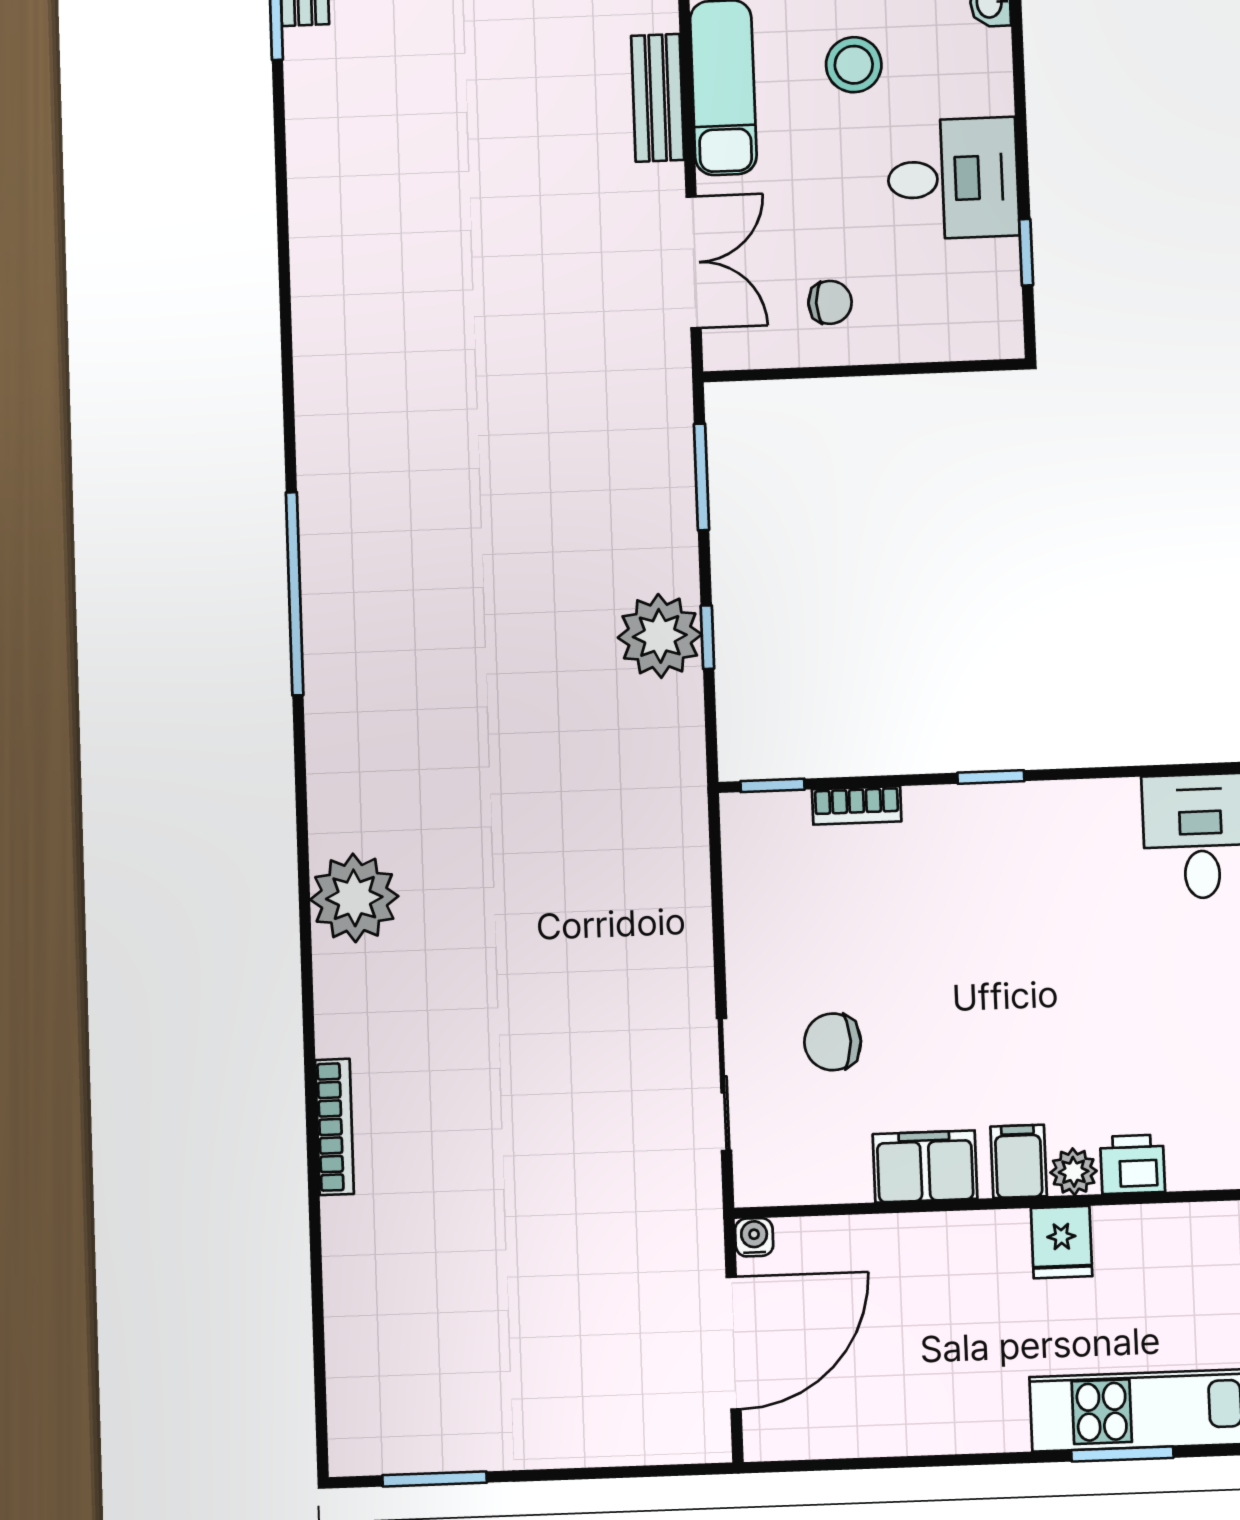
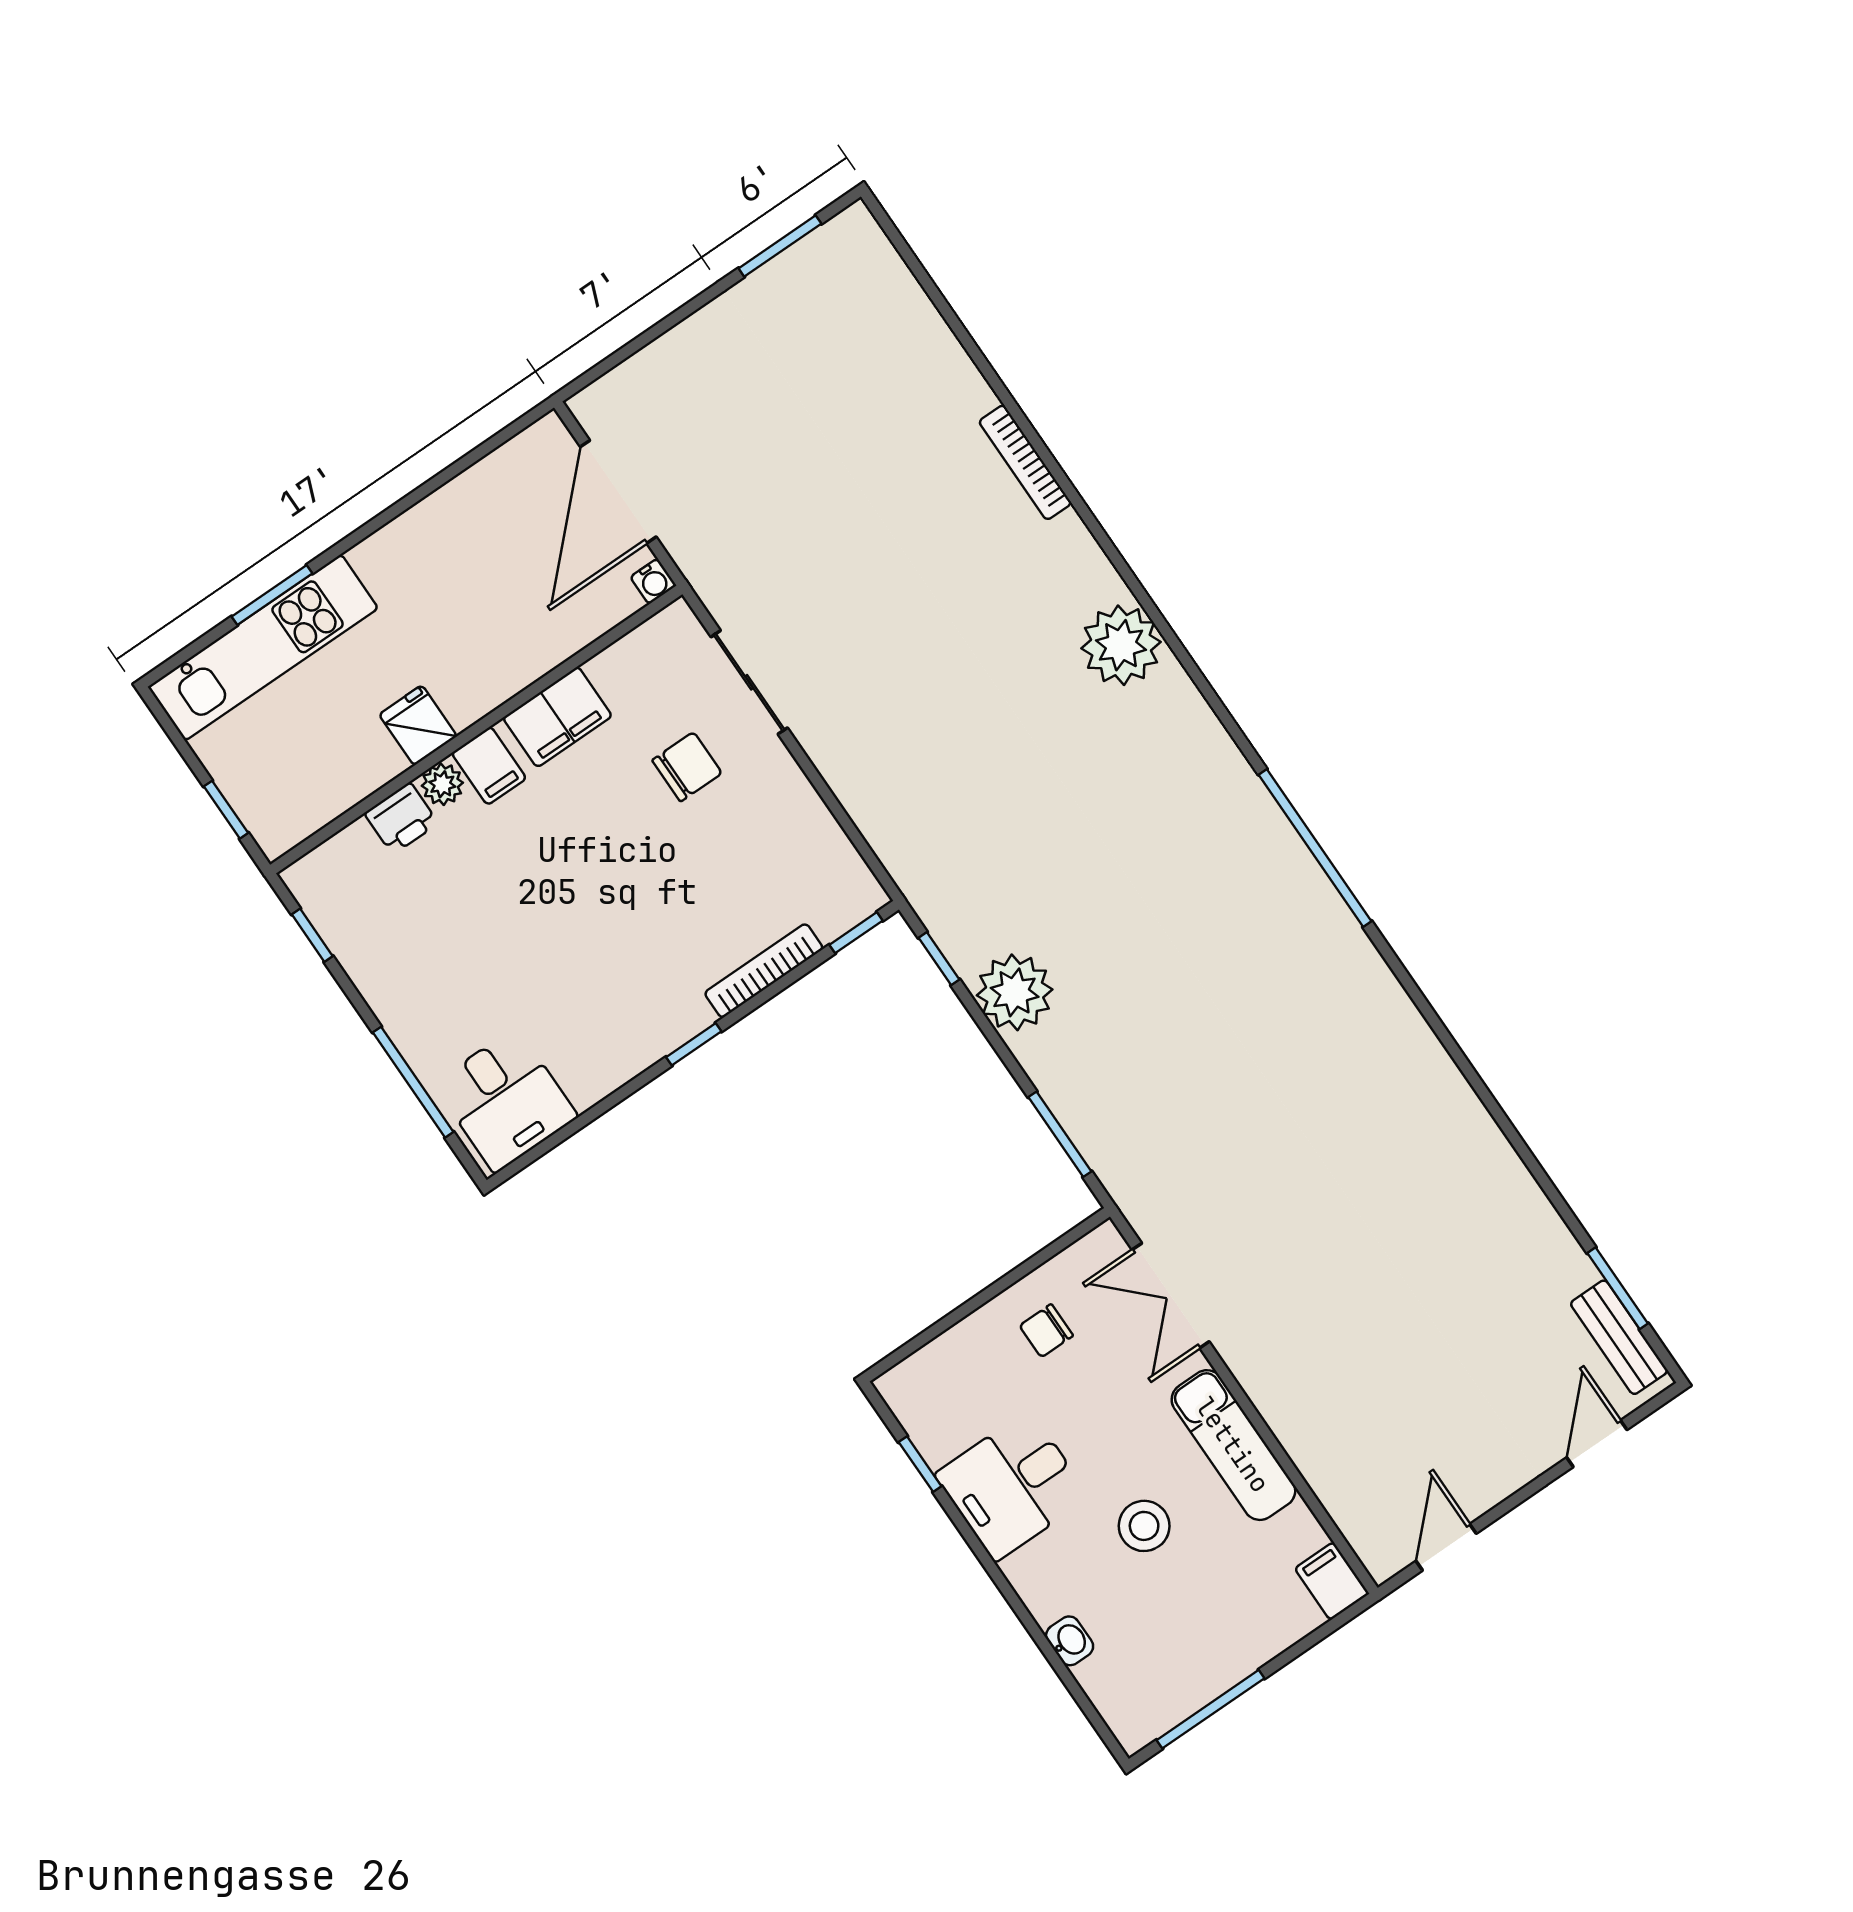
bench: (658, 98) -> (1279, 1405), removed
window: (707, 637) -> (939, 959), moved
bookcase: (857, 805) -> (764, 971), width x1.56

